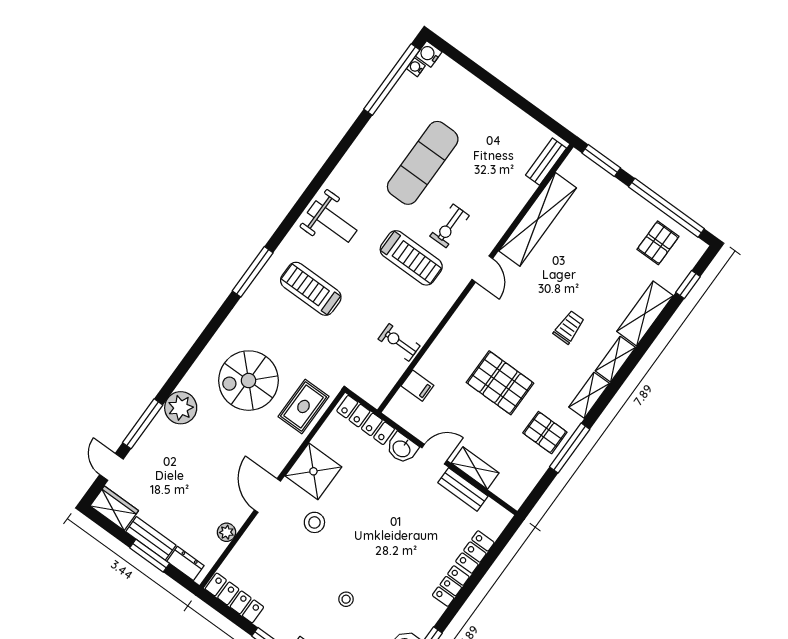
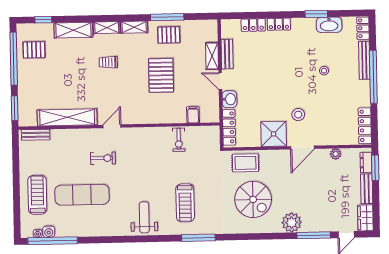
water cooler: (429, 54) -> (49, 232), moved
treadmill: (411, 258) -> (37, 195), moved
pallet: (545, 433) -> (169, 35), turned 90
window: (150, 556) -> (375, 168), moved

